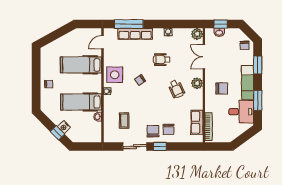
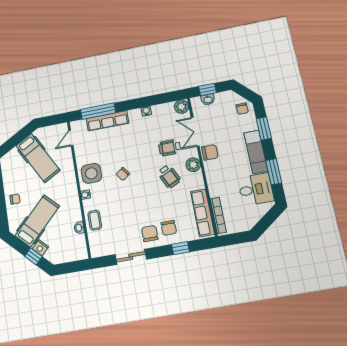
wheelchair: (162, 60) -> (170, 148), moved
hospital bed: (81, 65) -> (38, 158), moved, turned -119
chair: (222, 88) -> (210, 152), moved
hospital bed: (81, 102) -> (37, 221), moved, turned 135
coffee table: (124, 121) -> (95, 220), moved
row of seats: (197, 122) -> (203, 213), width x1.48
window: (160, 146) -> (180, 248), moved

